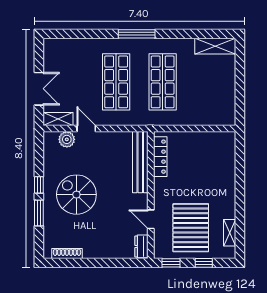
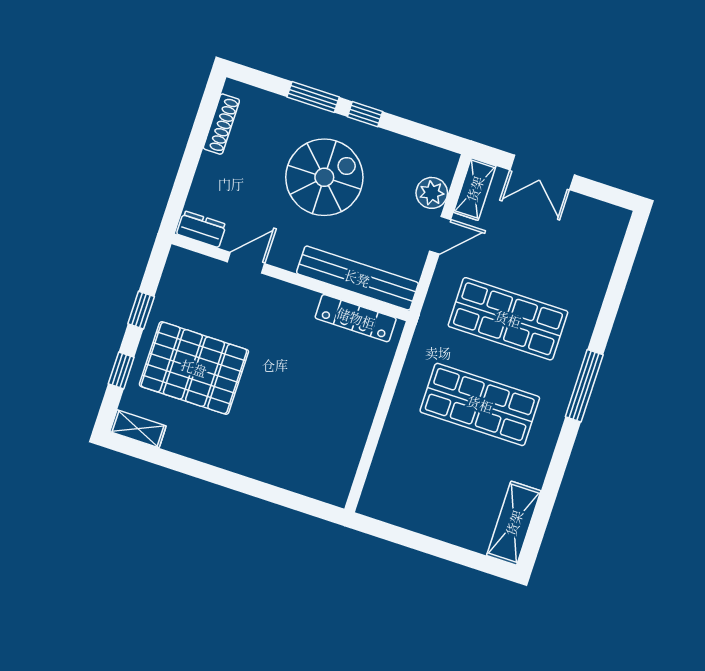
locker: (160, 157) -> (356, 318), moved
bench: (140, 162) -> (357, 278), moved
wall: (151, 195) -> (290, 277), moved
door: (151, 219) -> (246, 263), moved
shelving: (230, 233) -> (138, 429), moved
dresser: (141, 246) -> (201, 229), moved

